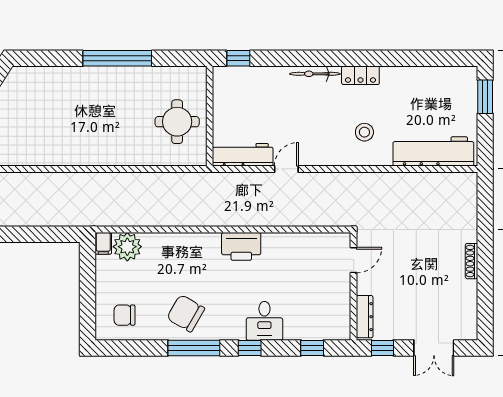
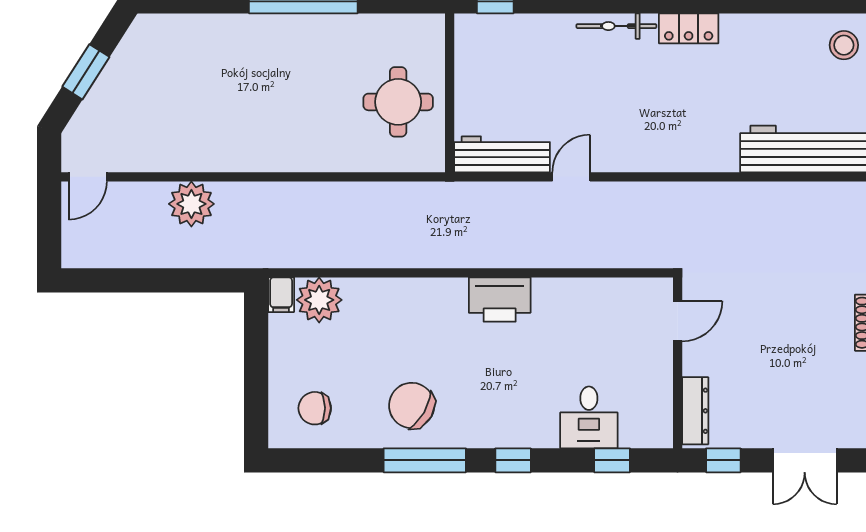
stool: (364, 132) -> (844, 45), moved
plant: (47, 186) -> (191, 204), added
desk: (264, 321) -> (589, 417), moved

